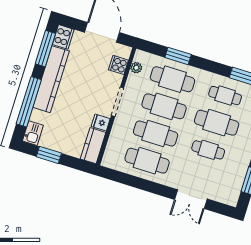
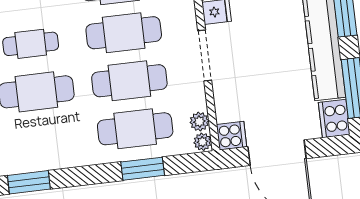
plant: (139, 56) -> (202, 142), added
cooker: (118, 65) -> (232, 136), moved
cafe table: (225, 96) -> (42, 140), removed

